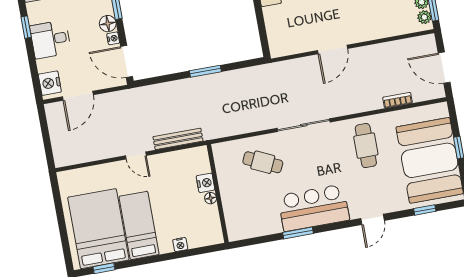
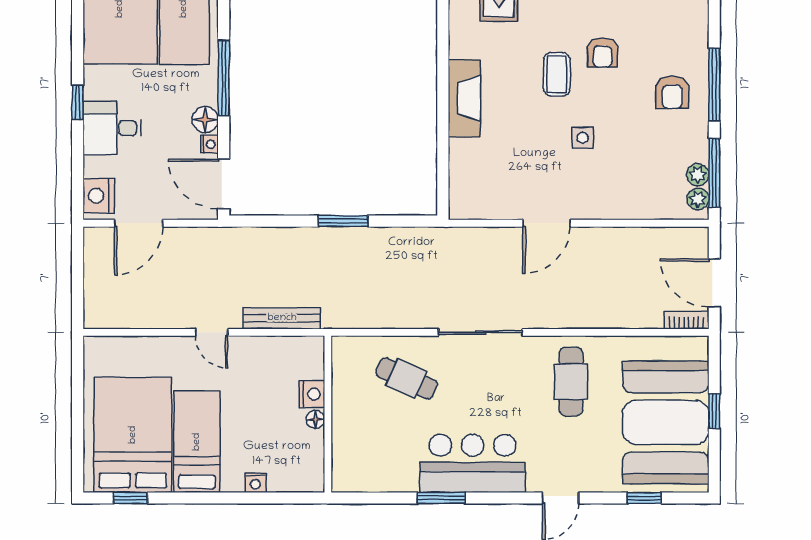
bookcase: (398, 100) -> (687, 320), moved

